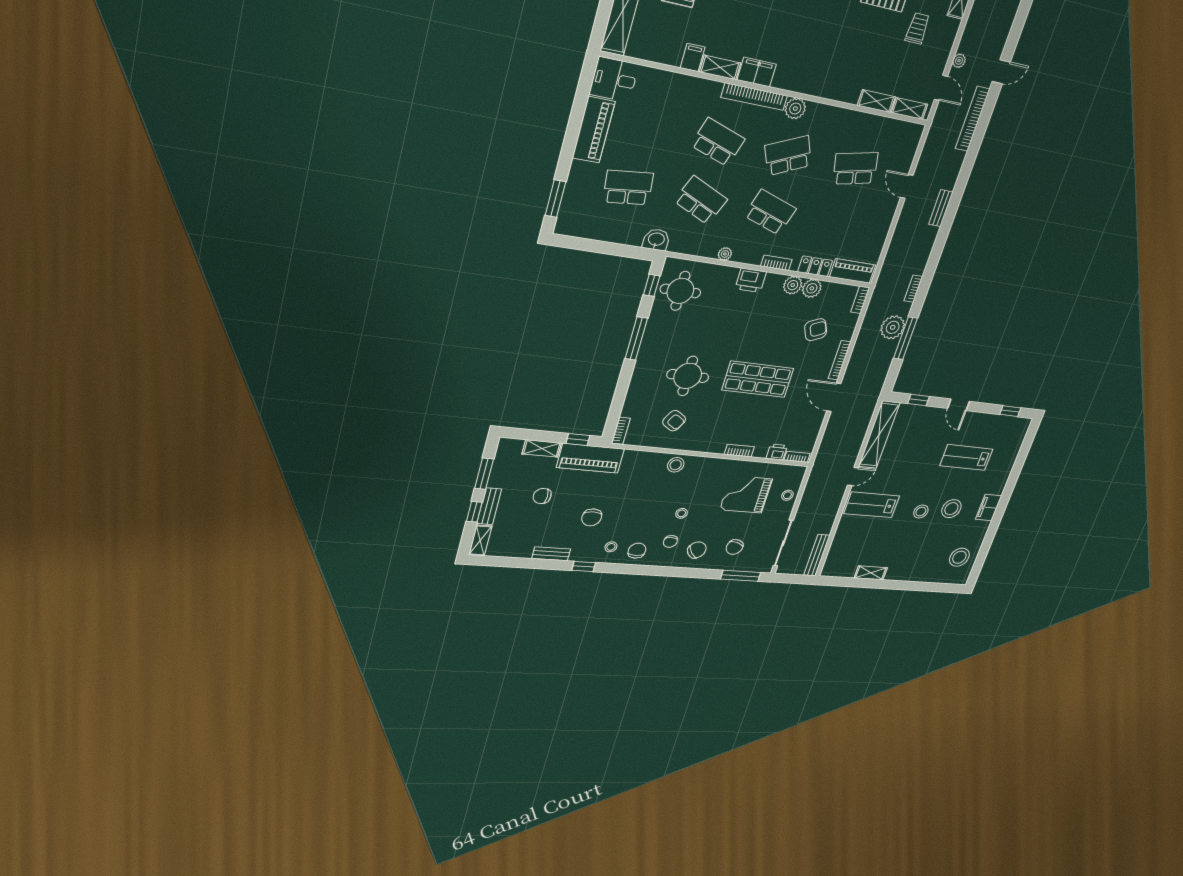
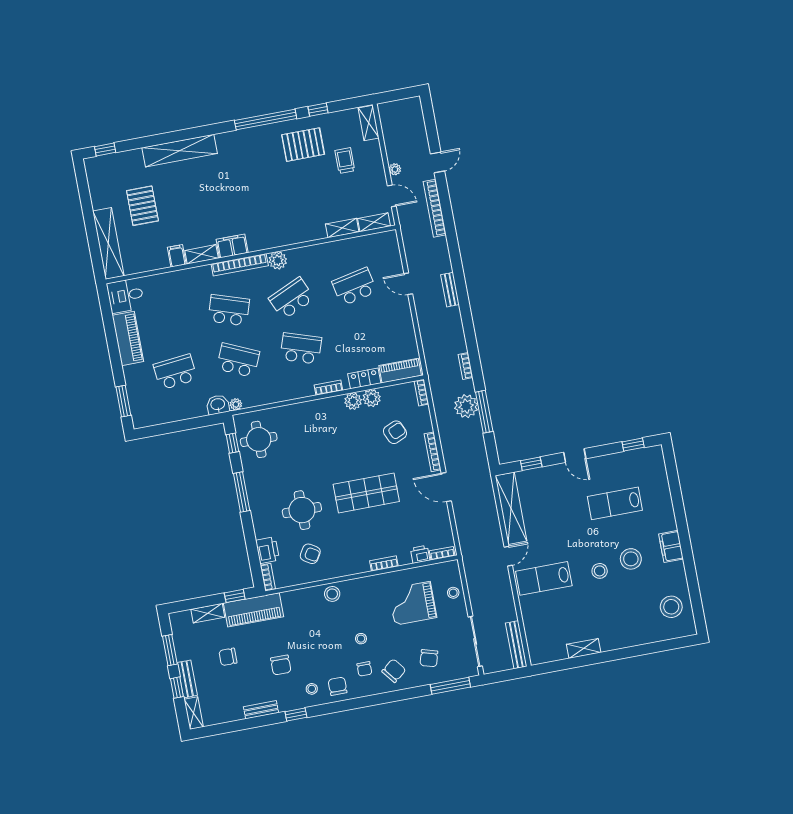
plant: (725, 254) -> (236, 404), moved
printer: (751, 280) -> (267, 550), moved, turned -90

